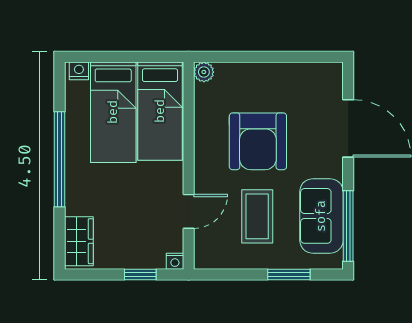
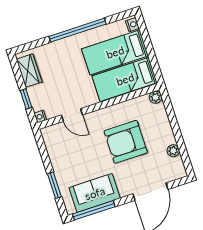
plant: (296, 72) -> (173, 151), added
coffee table: (257, 216) -> (82, 156), removed
wardrobe: (79, 241) -> (29, 71), moved, turned -90

